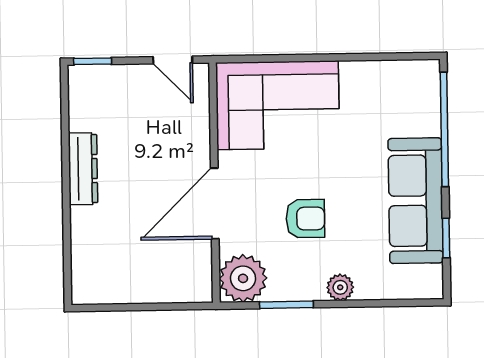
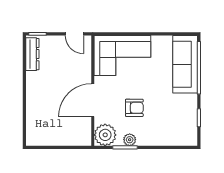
dresser: (83, 169) -> (32, 54), moved
sofa: (416, 201) -> (185, 64), moved
plant: (340, 287) -> (130, 140), moved

